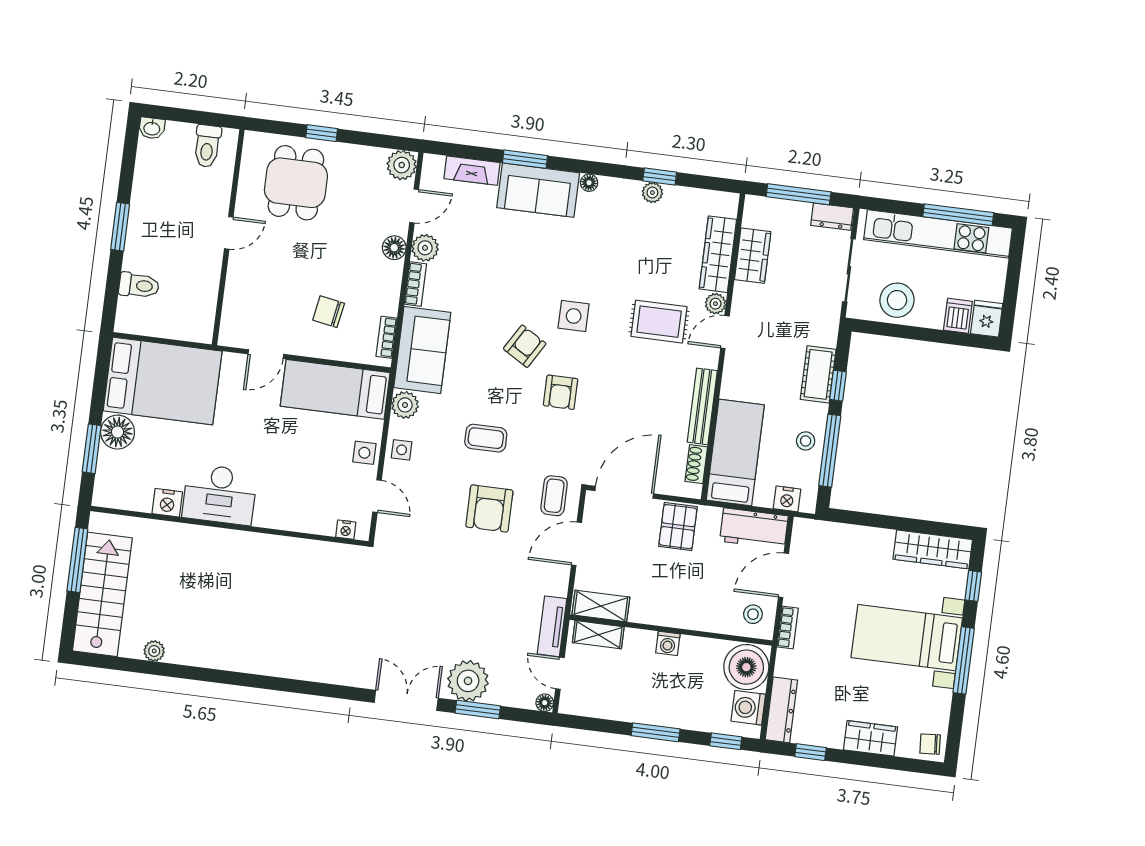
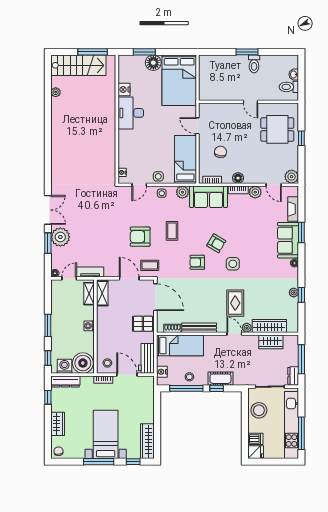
washbasin: (152, 128) -> (294, 74), moved
floor lamp: (394, 248) -> (238, 178), moved
toilet: (139, 285) -> (254, 64), moved

